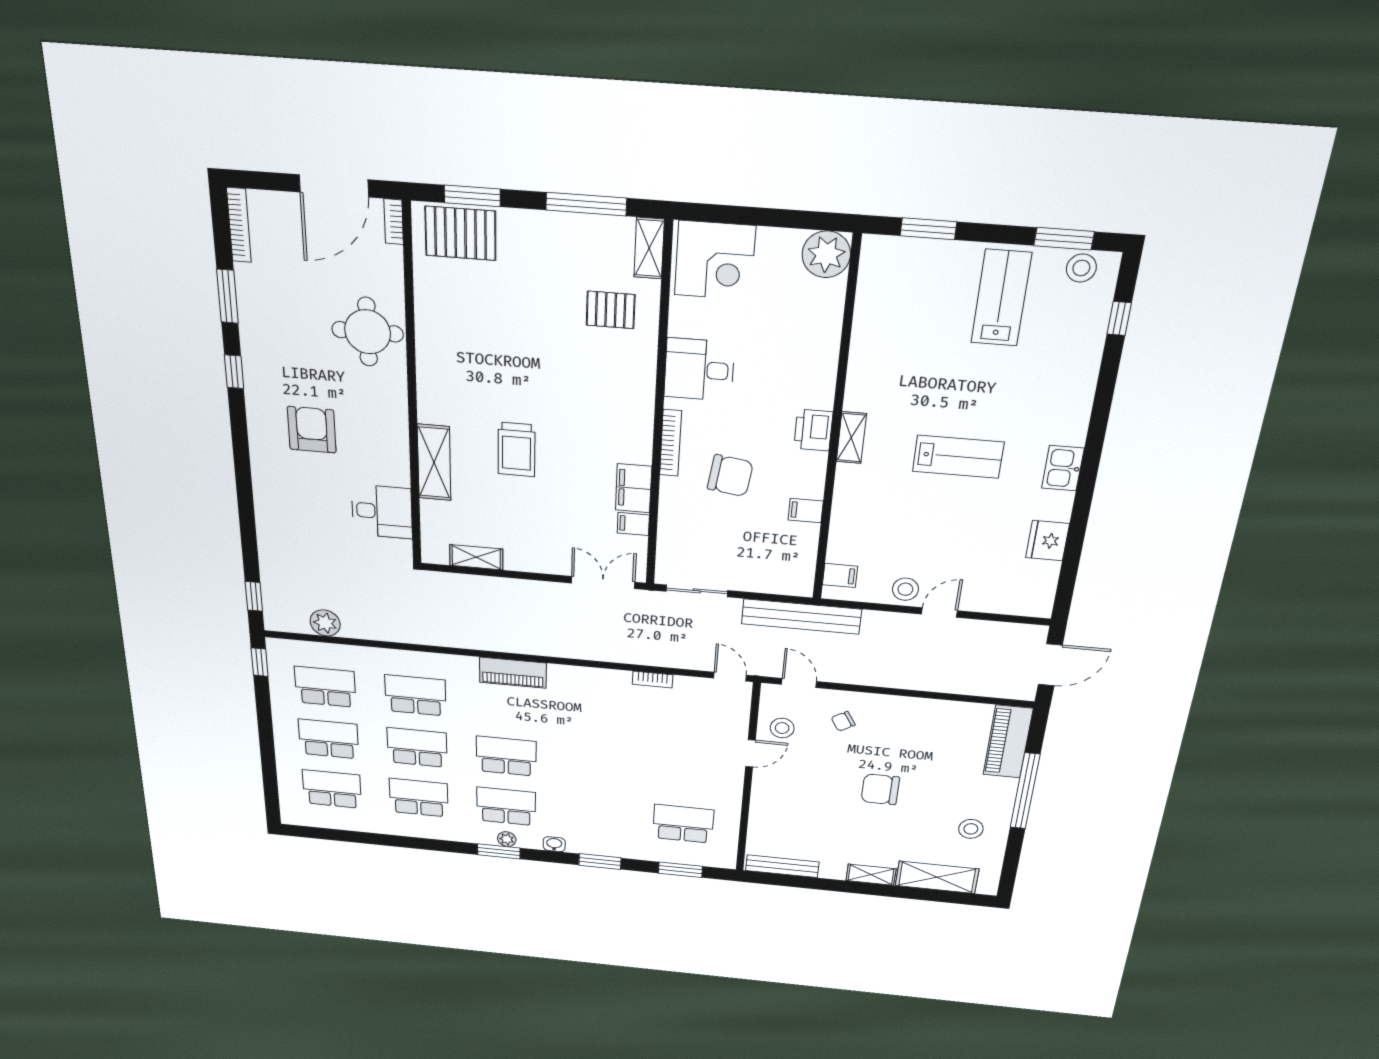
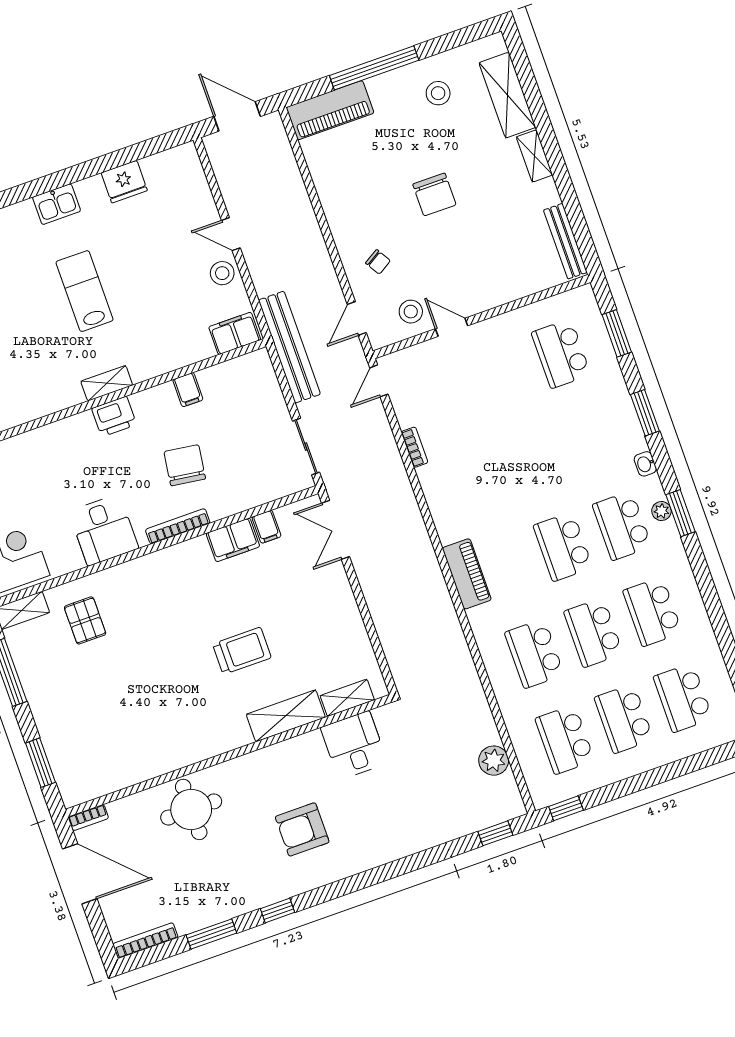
pallet: (460, 233) -> (75, 762), removed
shelving: (476, 557) -> (347, 698), moved, turned 90
filing cabinet: (840, 575) -> (235, 333), width x2.00

